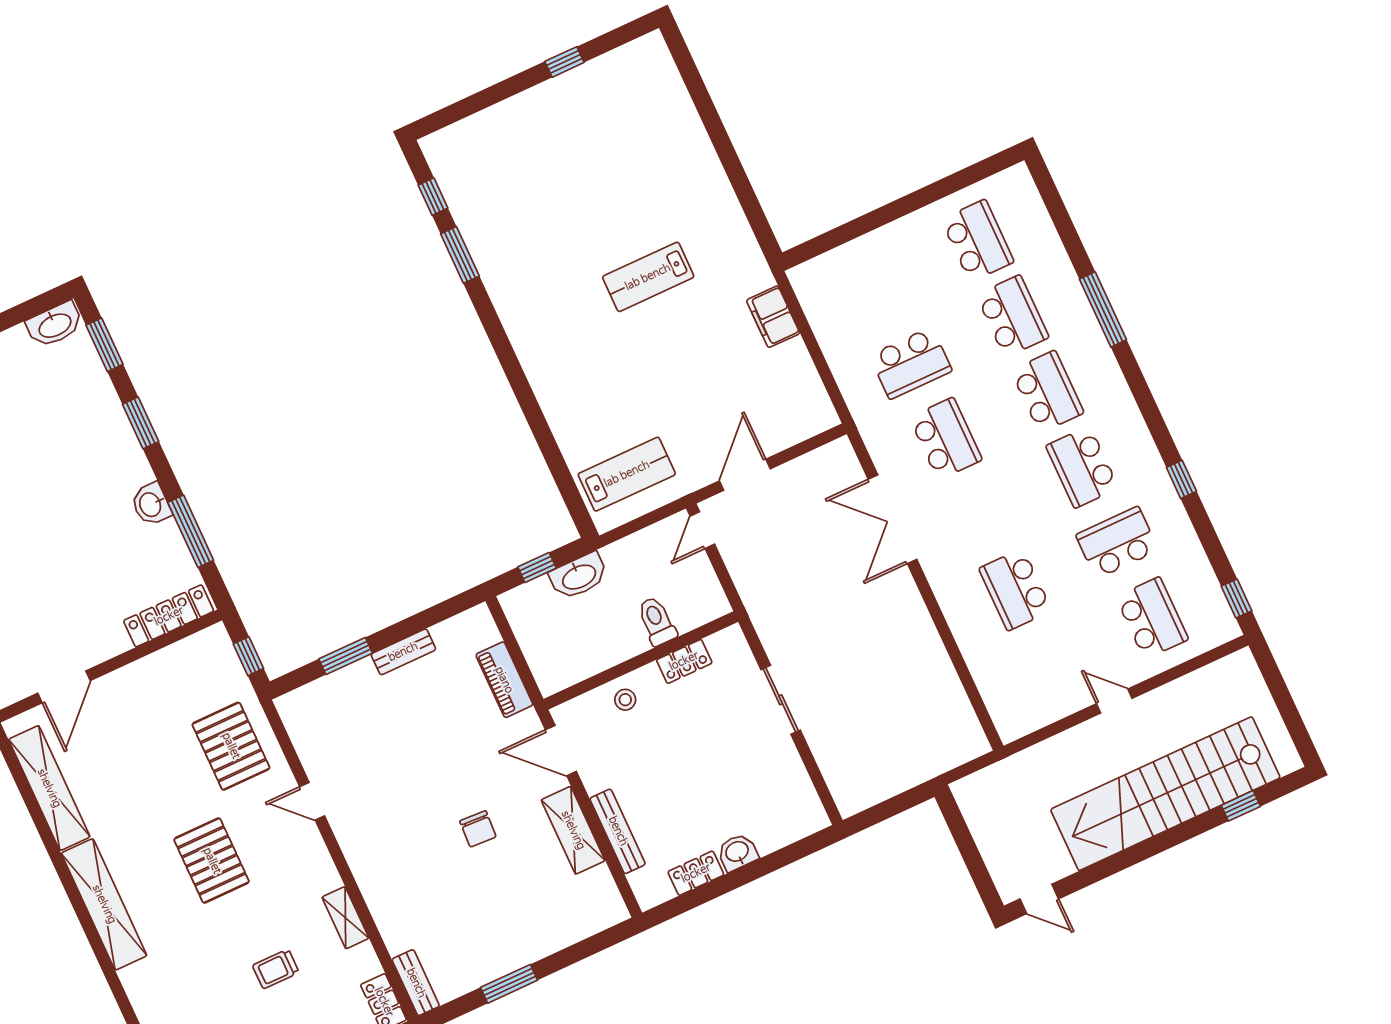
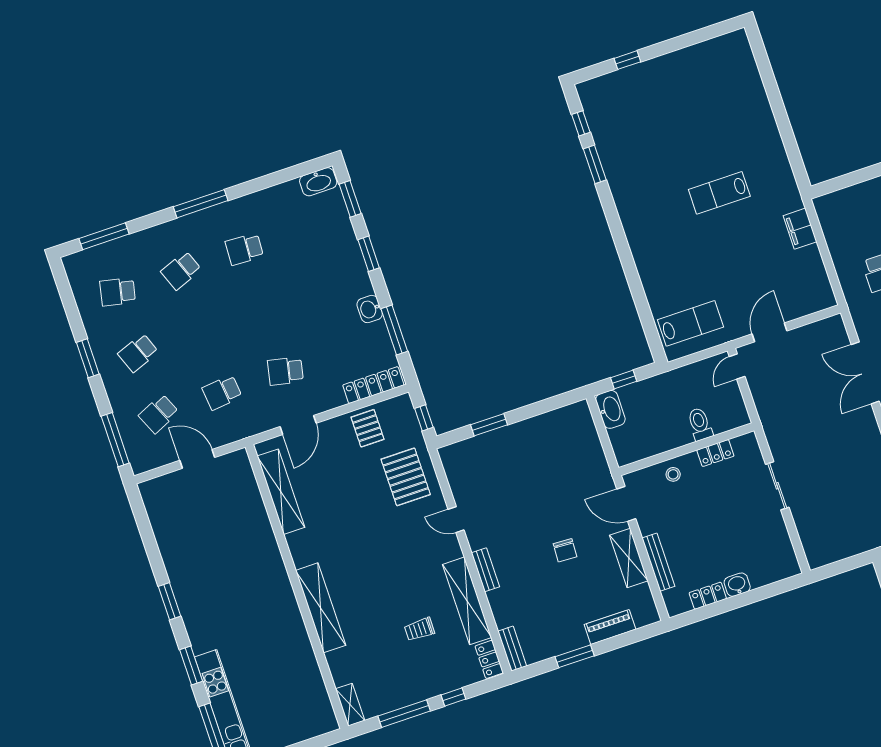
window: (564, 62) -> (627, 60), moved
washbasin: (579, 576) -> (610, 409), moved, turned -90
school desk: (37, 610) -> (285, 371), added
bench: (403, 652) -> (485, 570), moved, turned 90
piano: (504, 680) -> (610, 627), moved, turned 90
pallet: (212, 861) -> (367, 428), moved, width x0.67, depth x0.71
shelving: (104, 904) -> (321, 608), moved
shelving: (345, 918) -> (467, 601), width x2.20, depth x1.33

